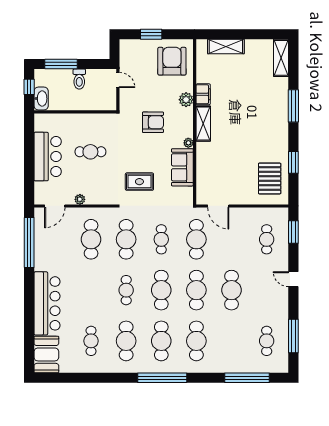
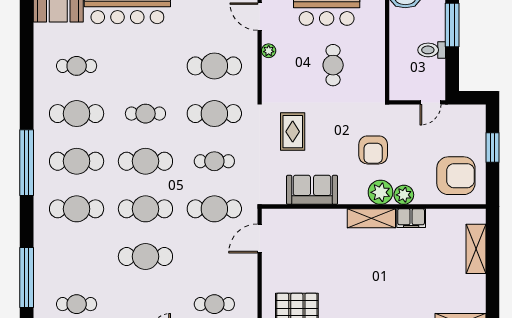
plant: (188, 143) -> (381, 192), moved, width x1.87, depth x1.87

